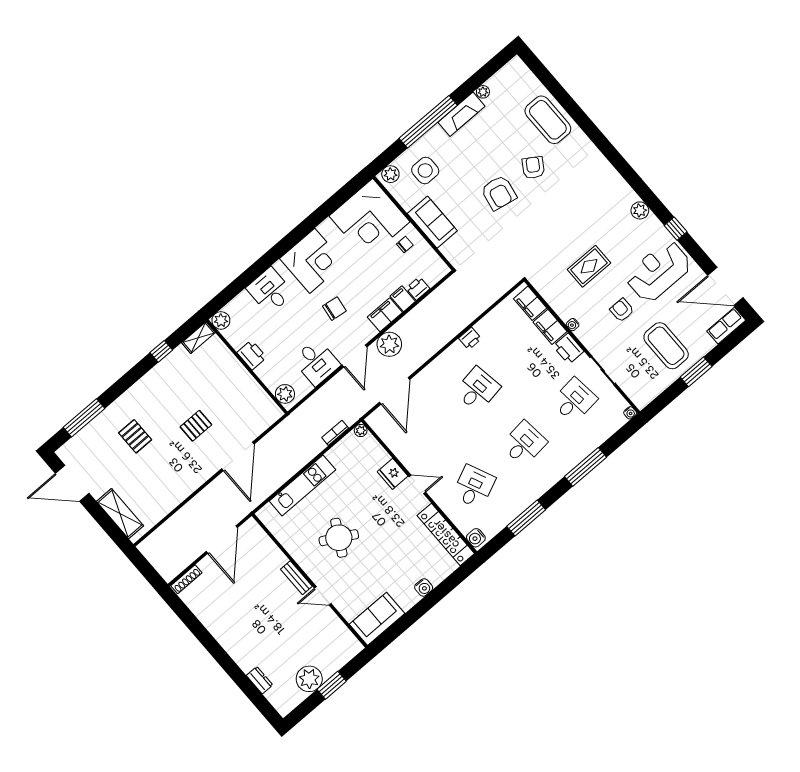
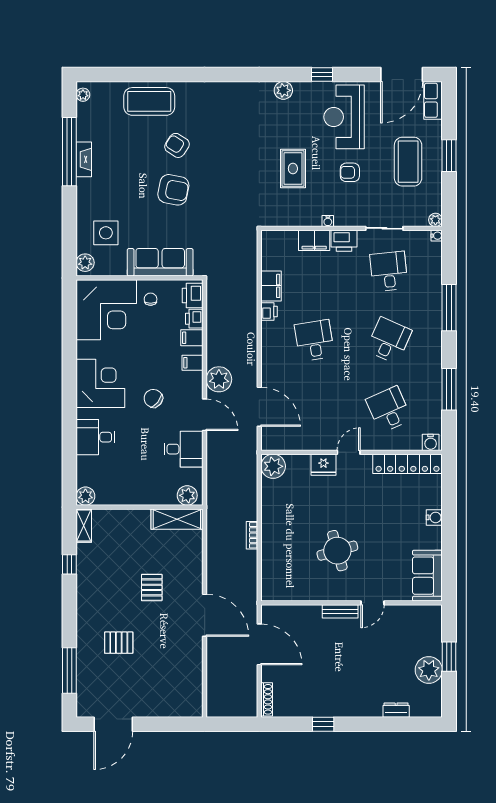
plant: (483, 92) -> (83, 95), moved
fireplace: (462, 114) -> (84, 159), width x0.73, depth x0.76
window: (428, 122) -> (69, 152), moved
sofa: (432, 222) -> (160, 262), width x1.36
filing cabinet: (530, 303) -> (271, 286), moved, turned -90
chair: (334, 309) -> (153, 398), turned -59
filing cabinet: (385, 315) -> (193, 363), width x0.50
coffee table: (666, 346) -> (408, 162), turned 90
printer: (252, 355) -> (193, 296), moved, turned -90
plant: (641, 402) -> (435, 220), added
plant: (361, 431) -> (273, 466), width x1.87, depth x1.87
bookcase: (335, 433) -> (252, 535), moved
desk: (524, 444) -> (389, 340), turned 30
door: (238, 456) -> (205, 615), moved
kitchen unit: (302, 485) -> (271, 544), removed
shelving: (120, 514) -> (177, 519), moved
round table: (339, 538) -> (337, 551), turned 45
window: (204, 636) -> (323, 724), added

